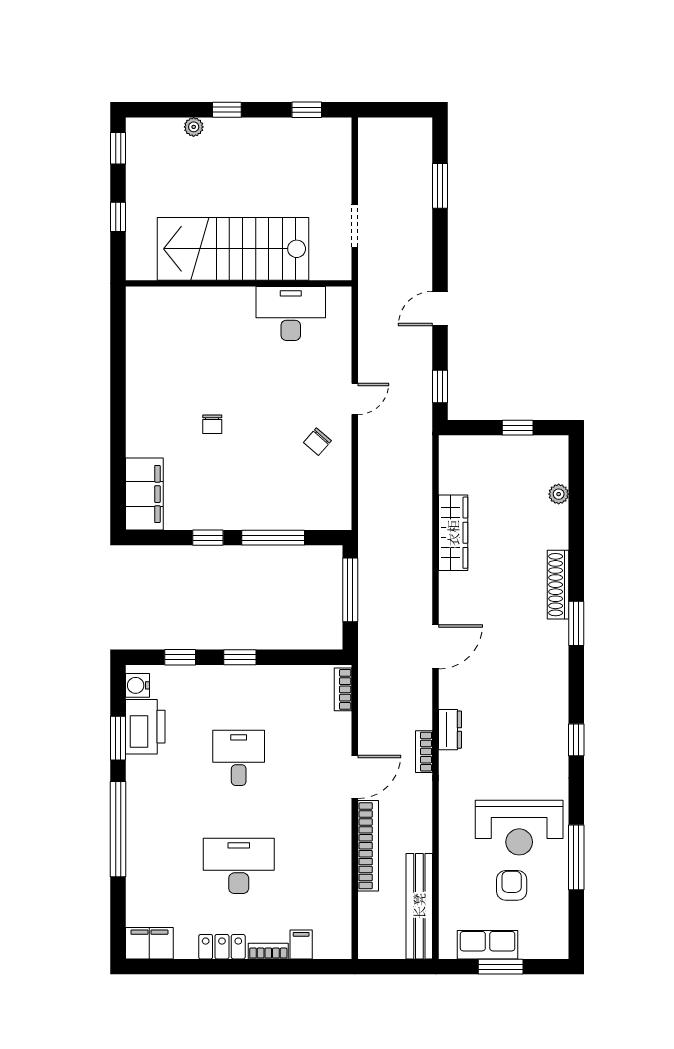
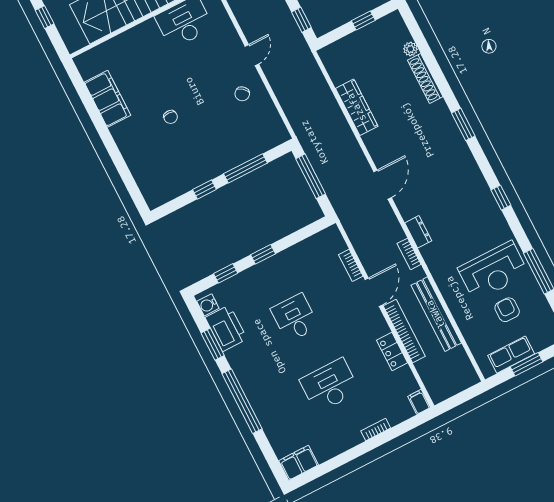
filing cabinet: (144, 494) -> (107, 99), moved
shoe rack: (558, 585) -> (425, 78), moved
bookcase: (343, 689) -> (351, 265), moved
bench: (419, 906) -> (436, 314), moved
filing cabinet: (301, 945) -> (419, 402), moved
locker: (222, 947) -> (392, 352), moved, turned -90

